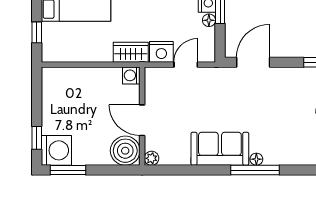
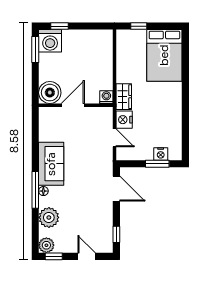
floor lamp: (209, 20) -> (148, 155), removed
plant: (152, 158) -> (49, 217), moved, width x1.88, depth x1.88

